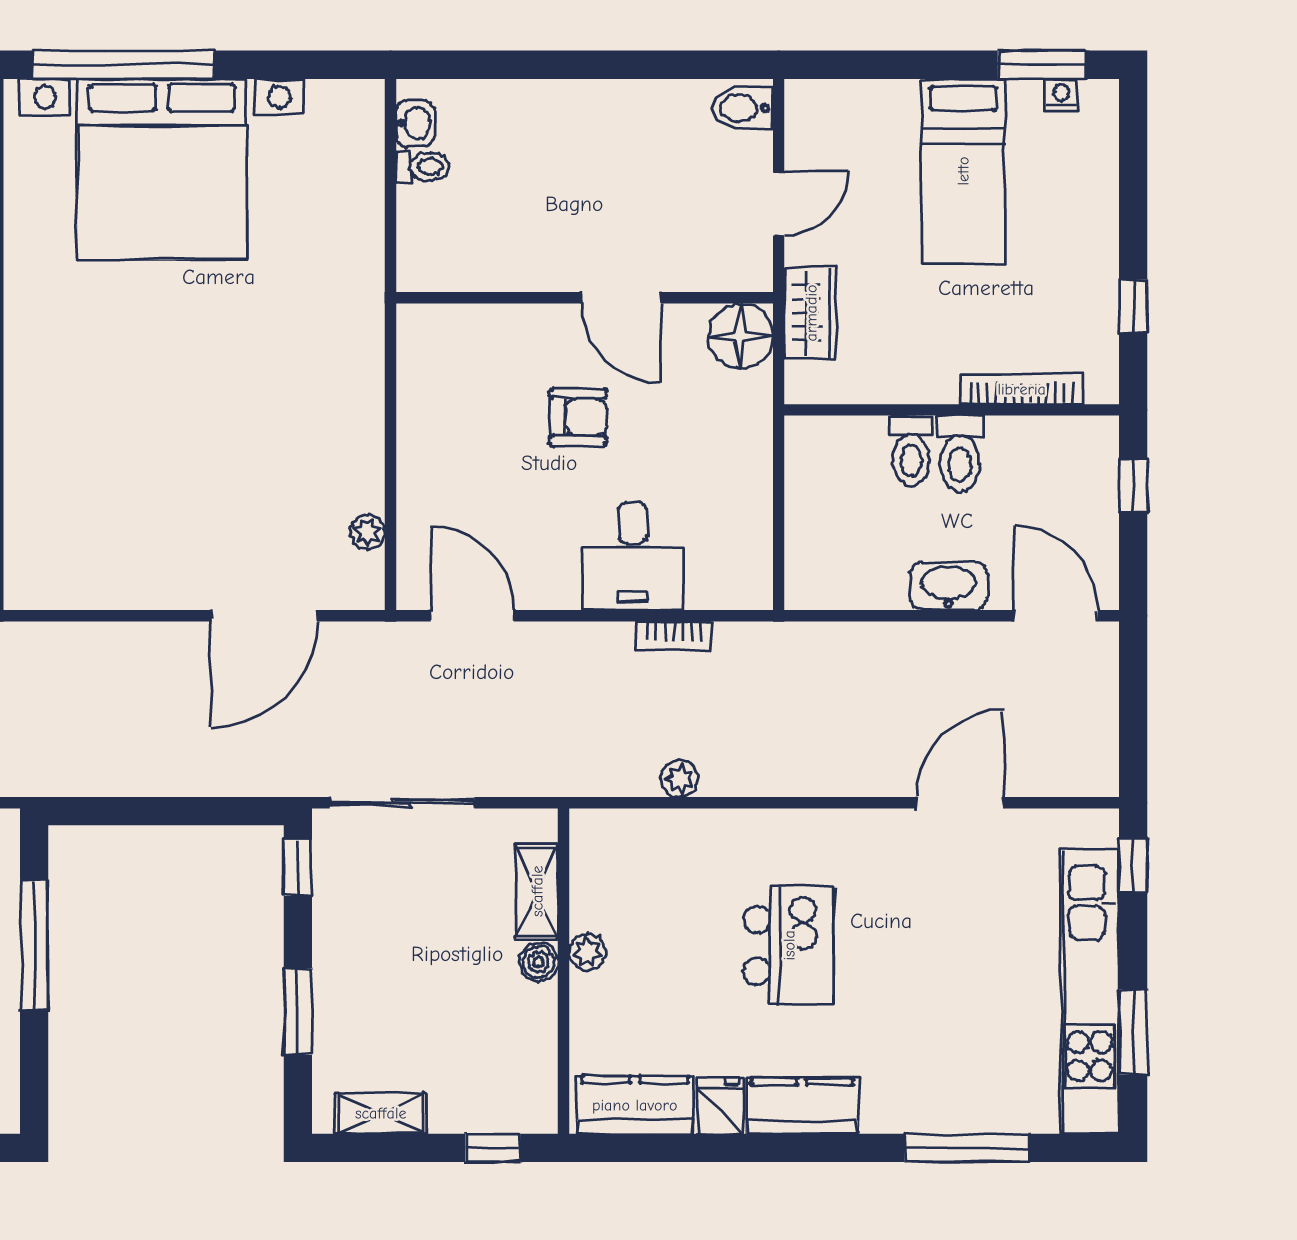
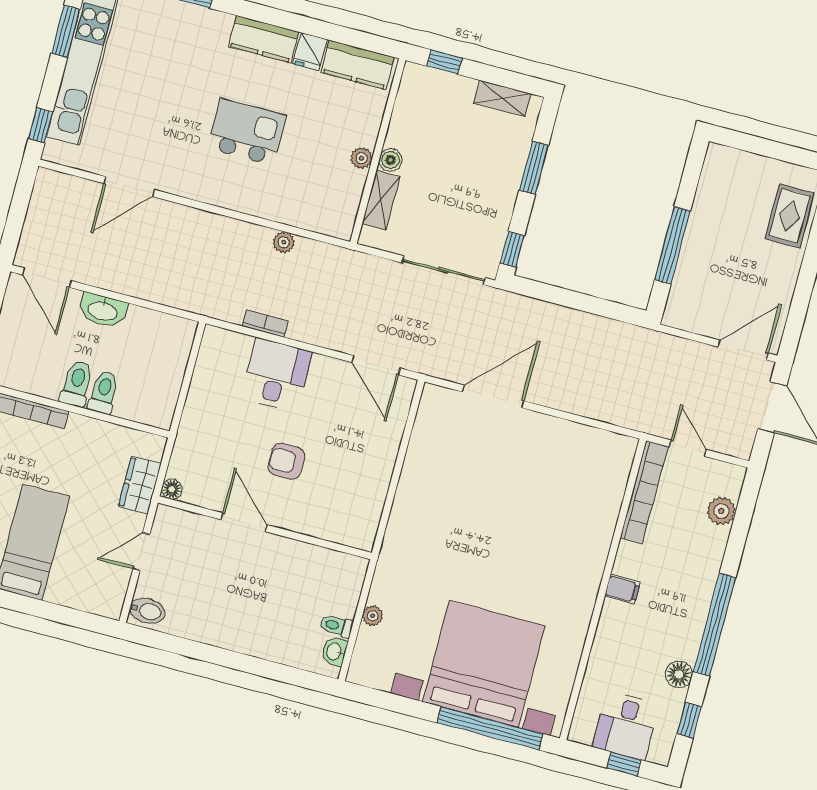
floor lamp: (740, 336) -> (172, 489), width x0.53, depth x0.53
plant: (367, 532) -> (373, 616), moved
kitchen island: (789, 945) -> (247, 132), turned 90

